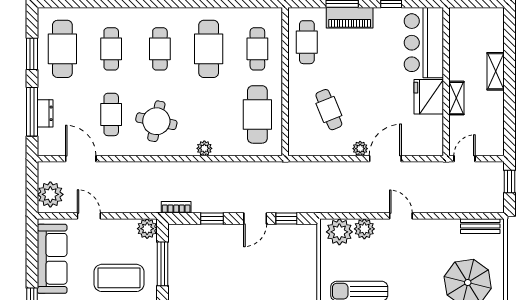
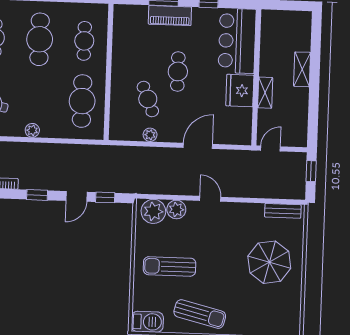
cafe table: (307, 42) -> (178, 71), moved
plant: (360, 149) -> (150, 135), moved

